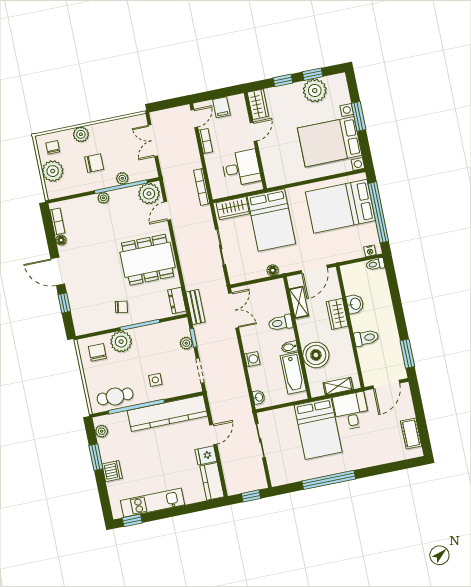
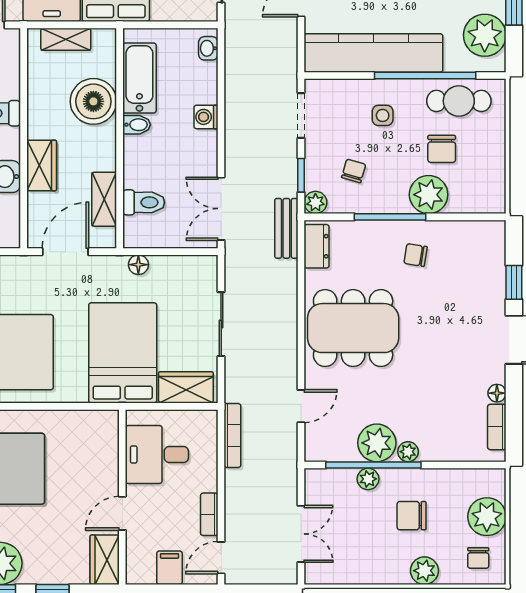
plant: (149, 194) -> (377, 443), moved
toilet: (281, 323) -> (144, 202), moved
plant: (186, 343) -> (315, 202), moved
chair: (165, 346) -> (354, 171), added
chair: (97, 352) -> (442, 149), moved
plant: (102, 431) -> (485, 35), width x1.88, depth x1.88

